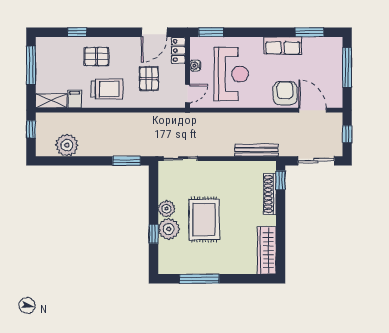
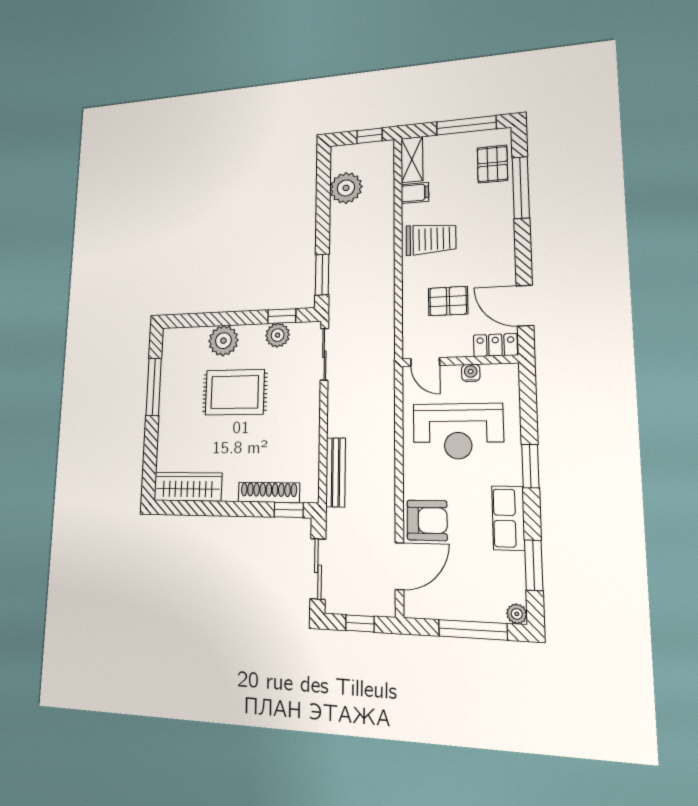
window: (77, 32) -> (521, 188), width x2.17
window: (211, 32) -> (530, 466), moved
plant: (337, 42) -> (517, 614), added
pallet: (97, 56) -> (492, 164), moved
trolley: (107, 89) -> (431, 239), turned -90
plant: (166, 209) -> (278, 335), moved
window: (153, 234) -> (282, 316), moved

